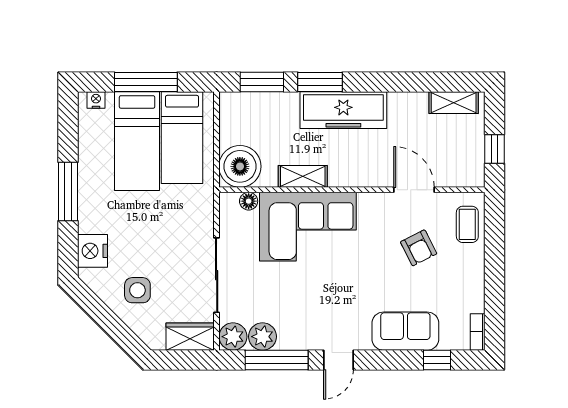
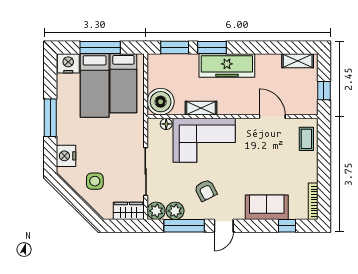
nightstand: (96, 100) -> (68, 63), width x1.89, depth x1.79
armchair: (419, 248) -> (206, 190), moved
bookcase: (478, 332) -> (313, 201), width x1.56

